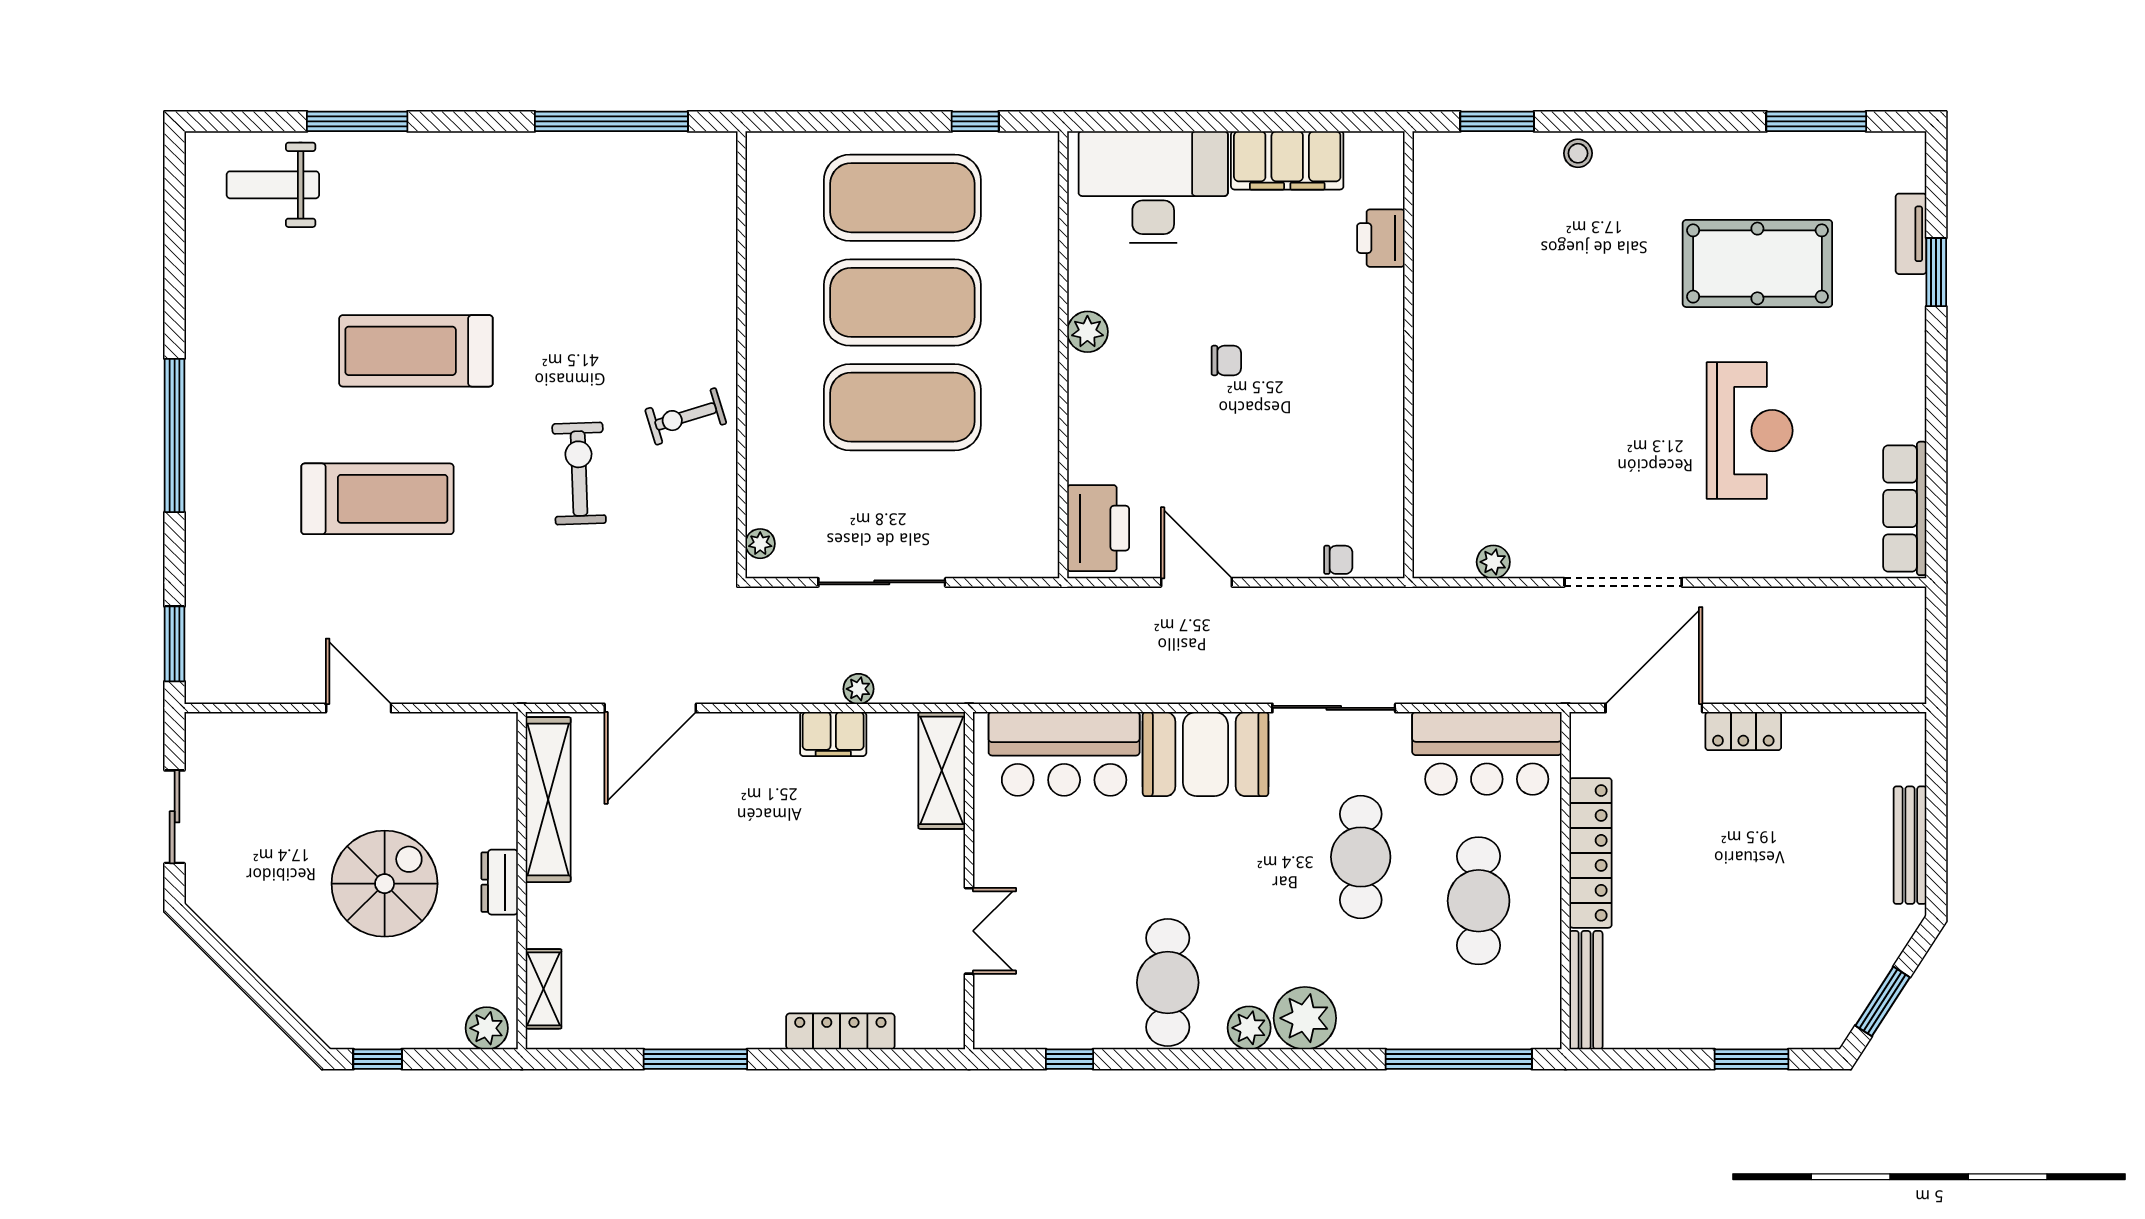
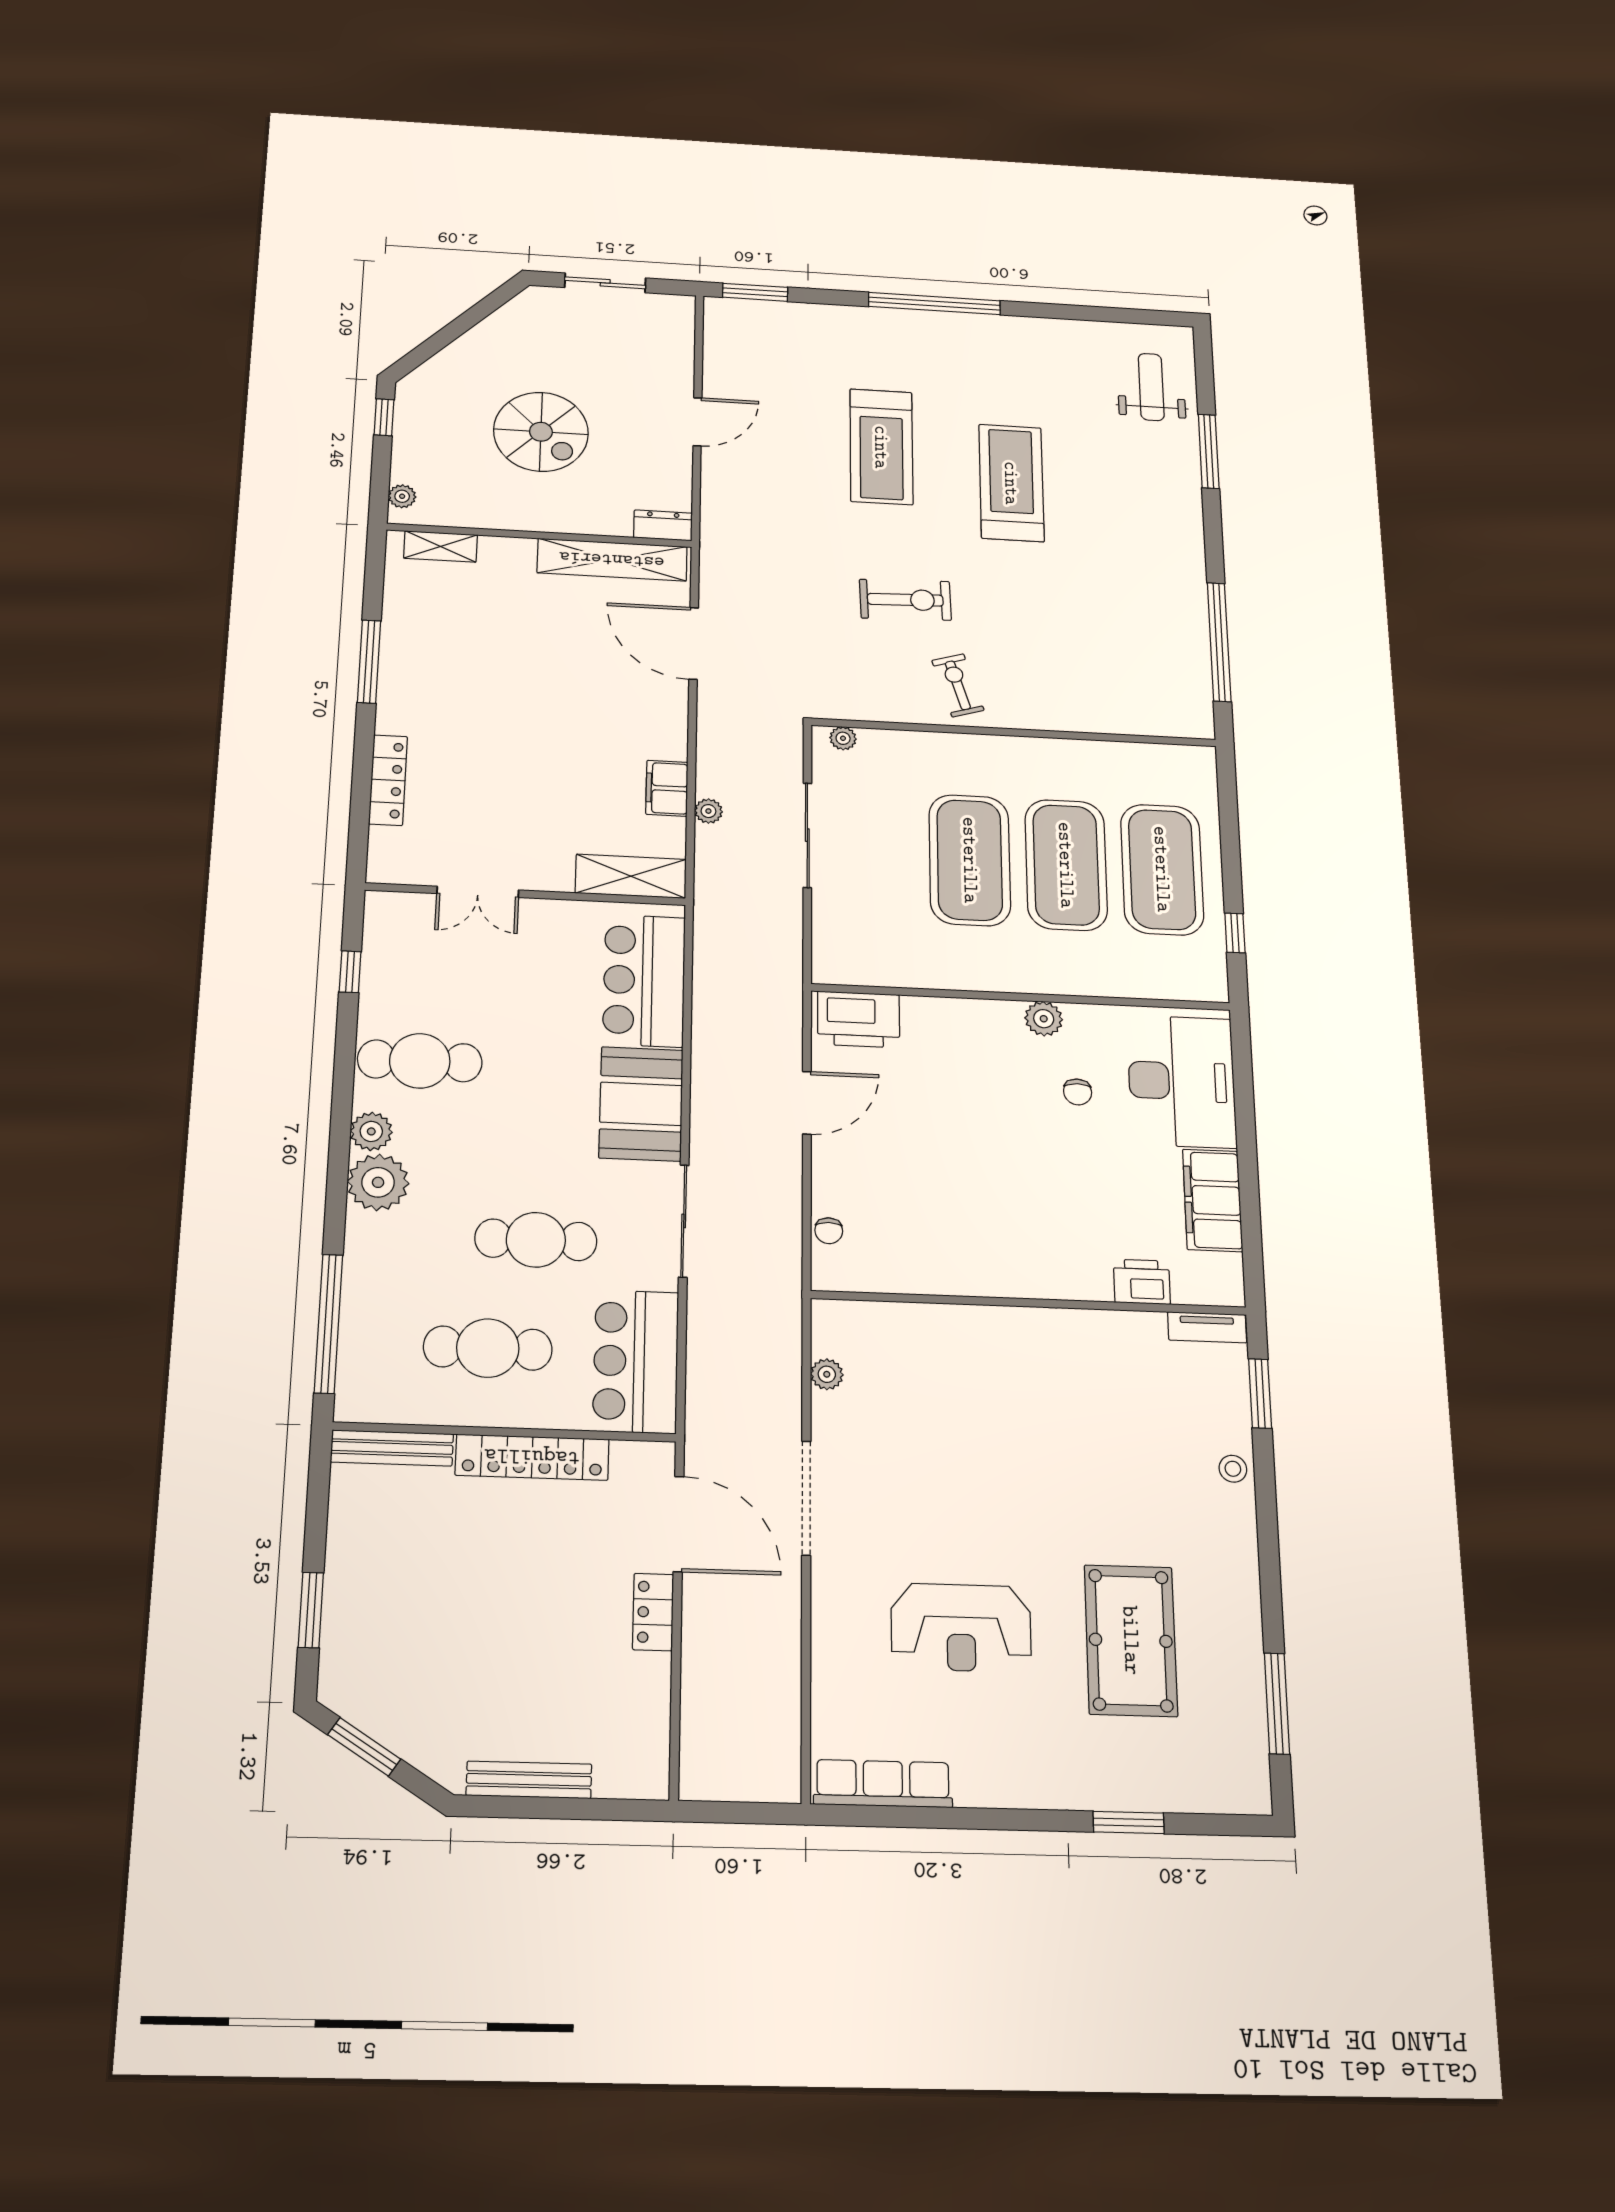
tv unit: (1911, 234) -> (1207, 1327), moved, turned 180
chair: (1226, 360) -> (1078, 1092), moved
dresser: (500, 882) -> (663, 525), moved
plant: (487, 1028) -> (402, 496), width x0.73, depth x0.73

